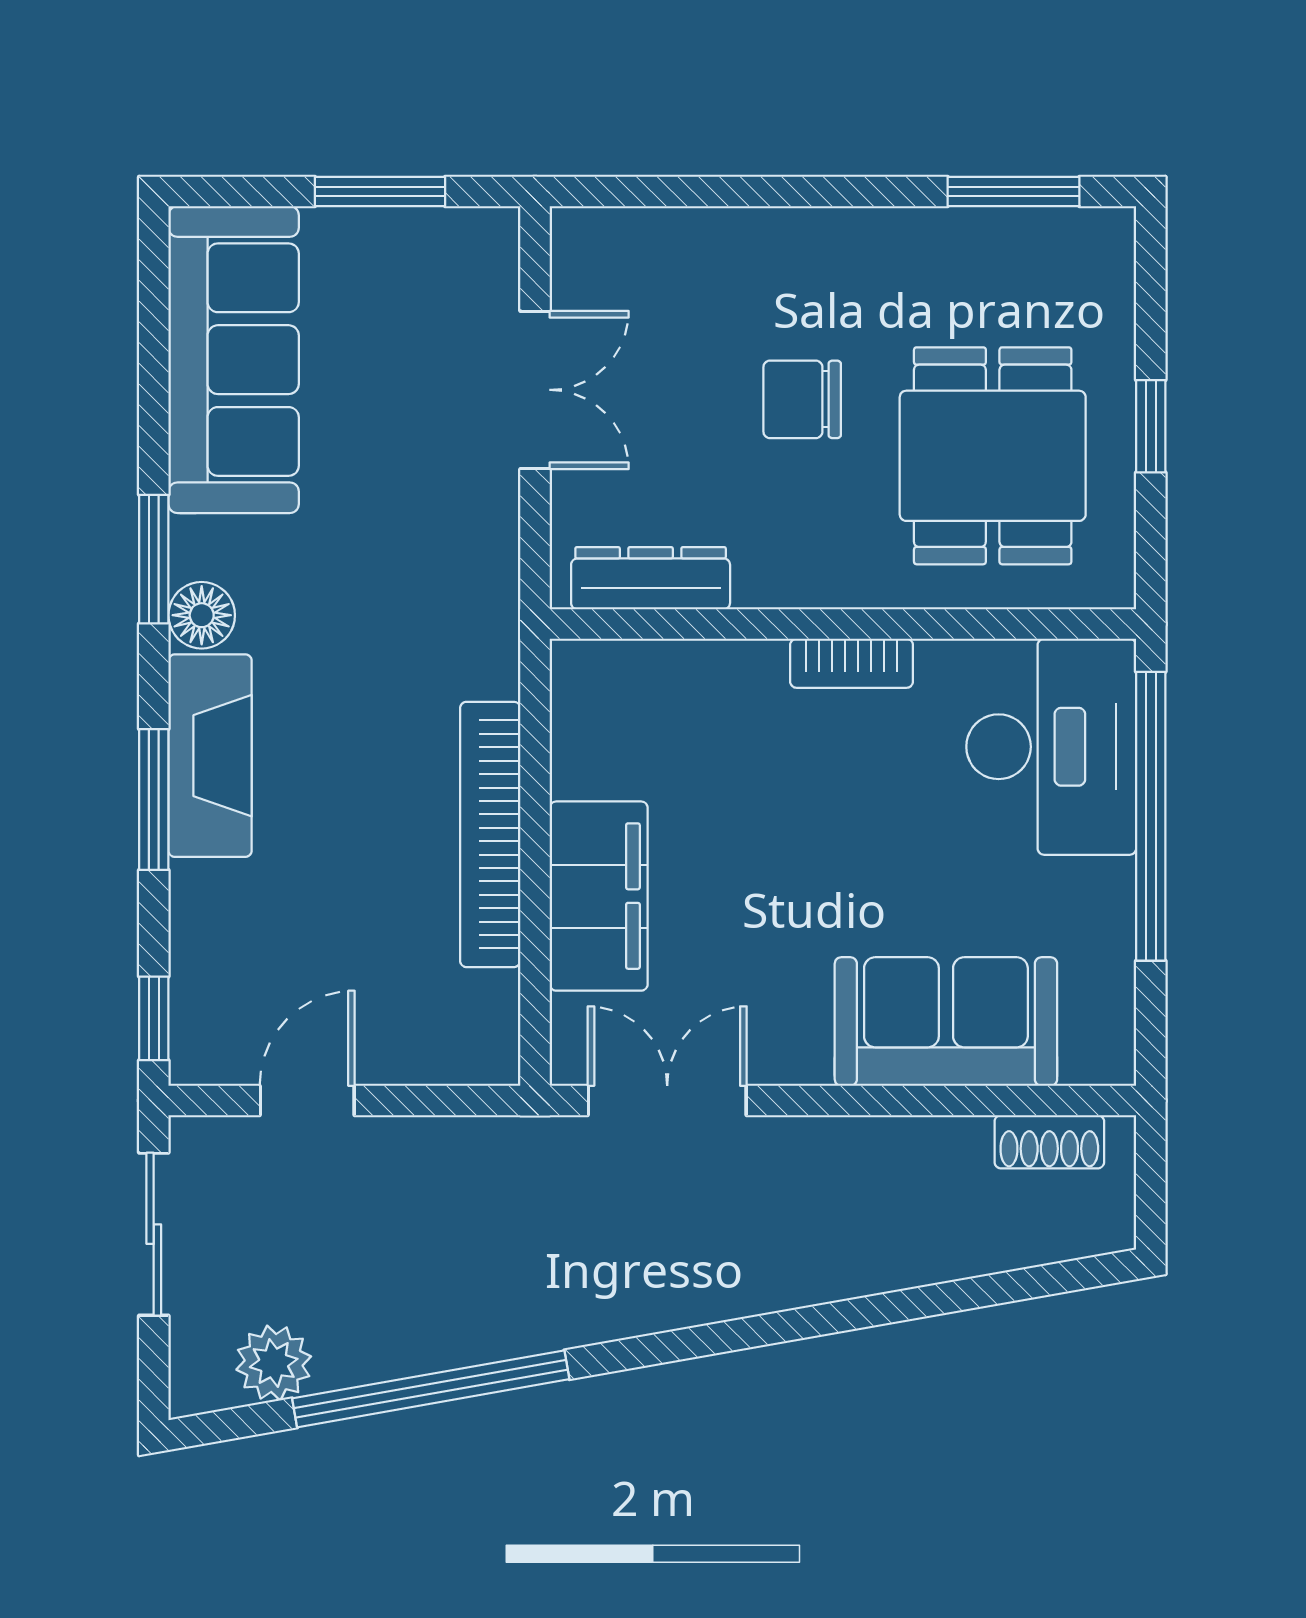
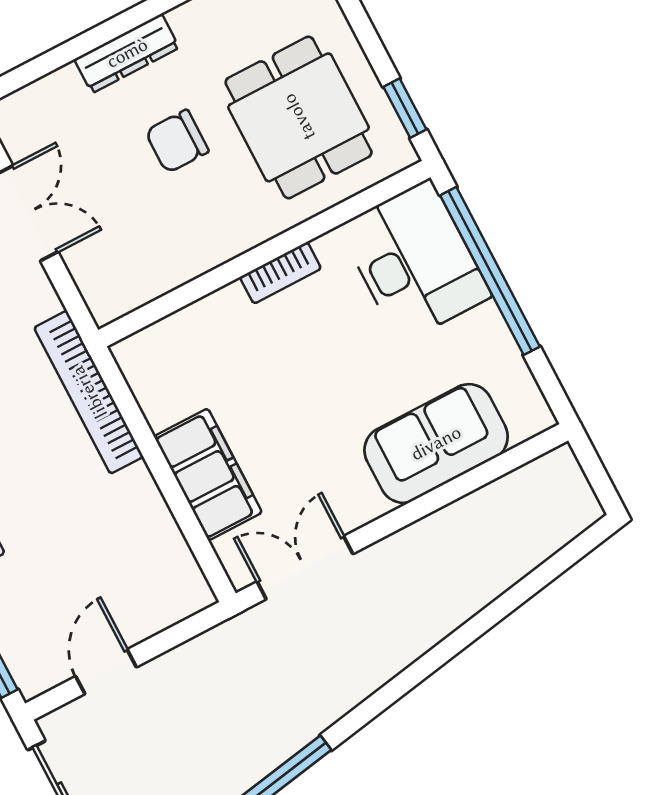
window: (1151, 426) -> (405, 108), moved
dresser: (651, 578) -> (127, 53), moved, turned 180
bookcase: (490, 834) -> (89, 392), moved
shoe rack: (1049, 1142) -> (528, 480), removed

